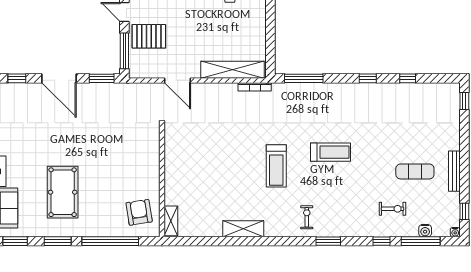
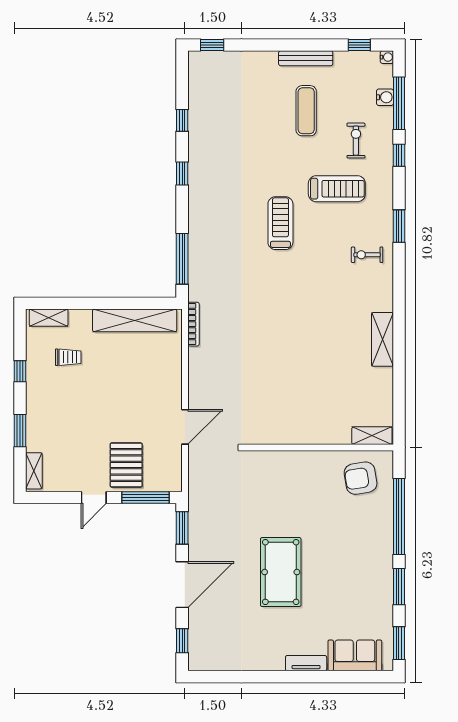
shelving: (233, 70) -> (135, 320), moved, turned 90
treadmill: (276, 166) -> (337, 189), moved
pool table: (63, 192) -> (281, 572), moved, turned 90

